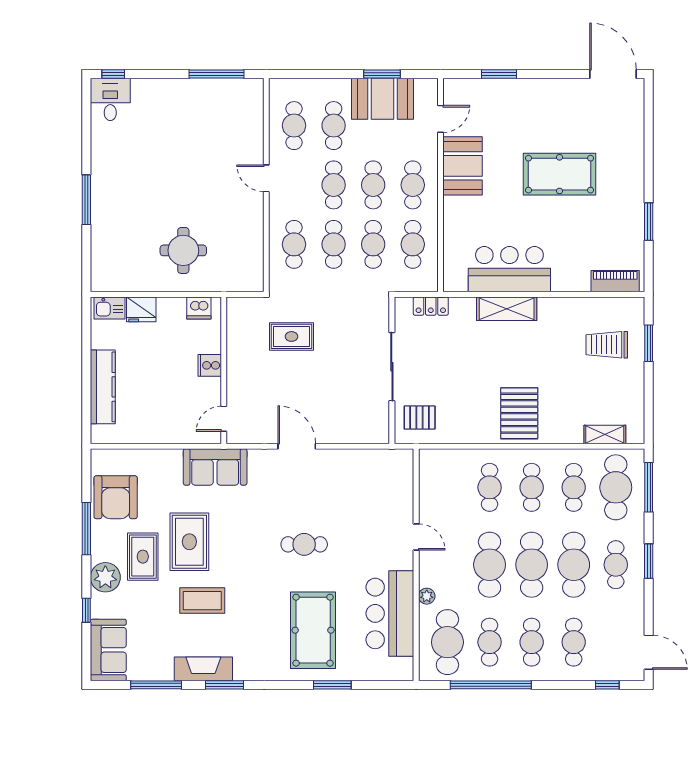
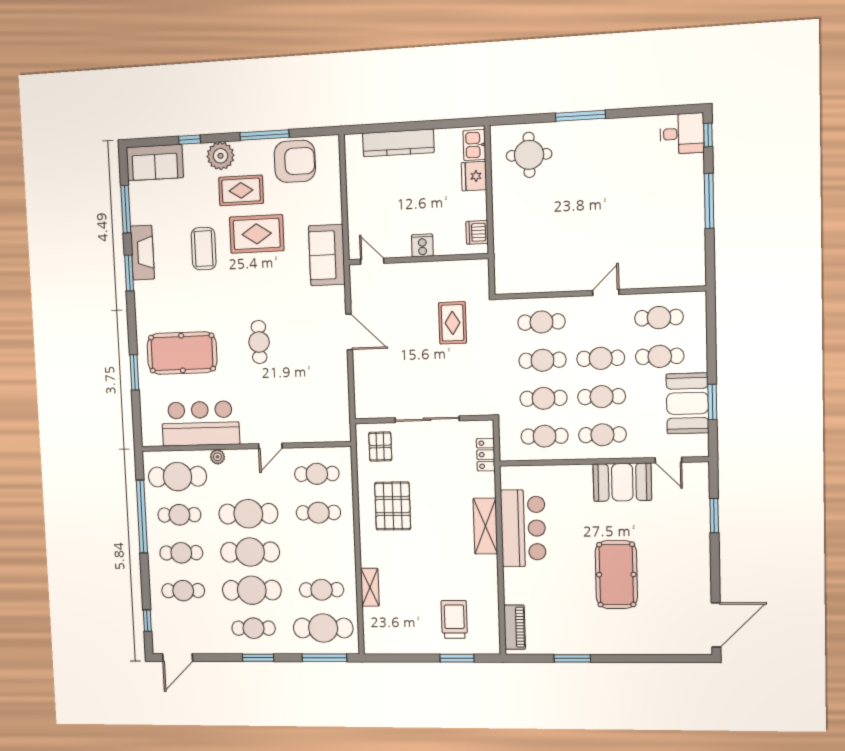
window: (217, 74) -> (709, 201), moved
round table: (183, 250) -> (529, 155), moved
pallet: (519, 413) -> (393, 506), moved, turned 90
shelving: (605, 434) -> (370, 587), moved
door: (297, 446) -> (349, 332), hinge flipped
cafe table: (532, 487) -> (317, 474), moved
armchair: (116, 497) -> (295, 161), turned 180

